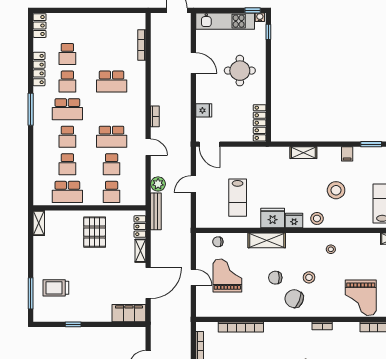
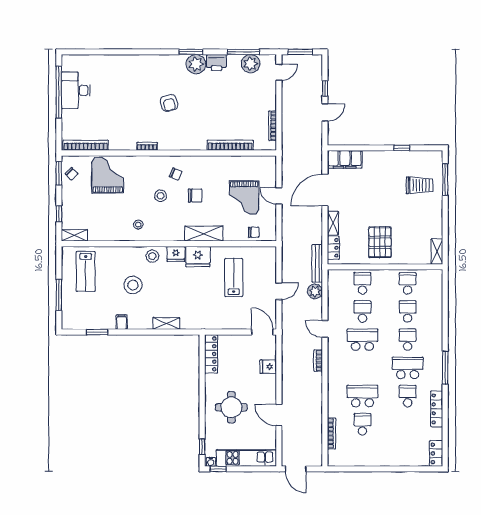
school desk: (67, 54) -> (362, 424), moved
school desk: (67, 192) -> (408, 283), width x0.54
chair: (294, 299) -> (176, 174), width x0.54, depth x0.54

